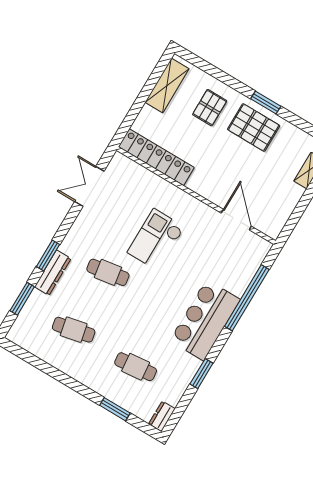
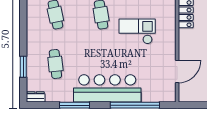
bar counter: (205, 320) -> (107, 88), width x1.36
window: (201, 374) -> (75, 105), width x1.44

